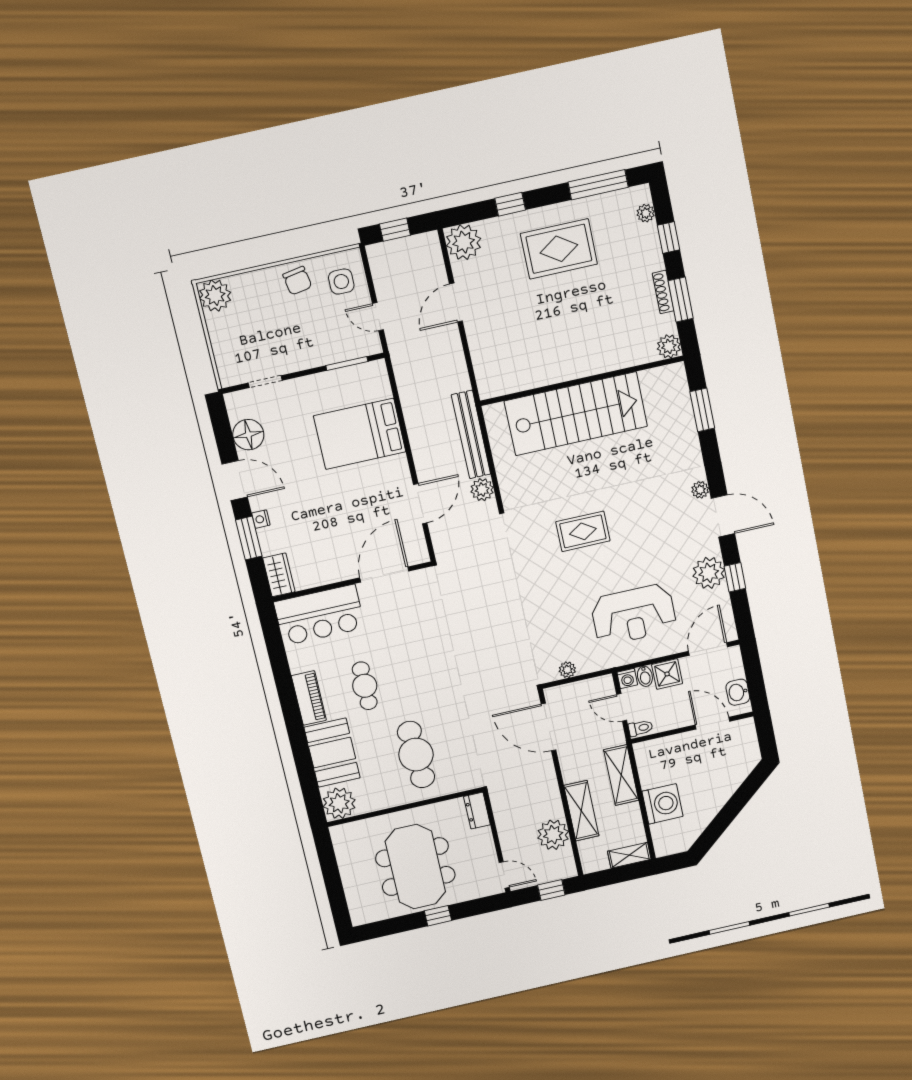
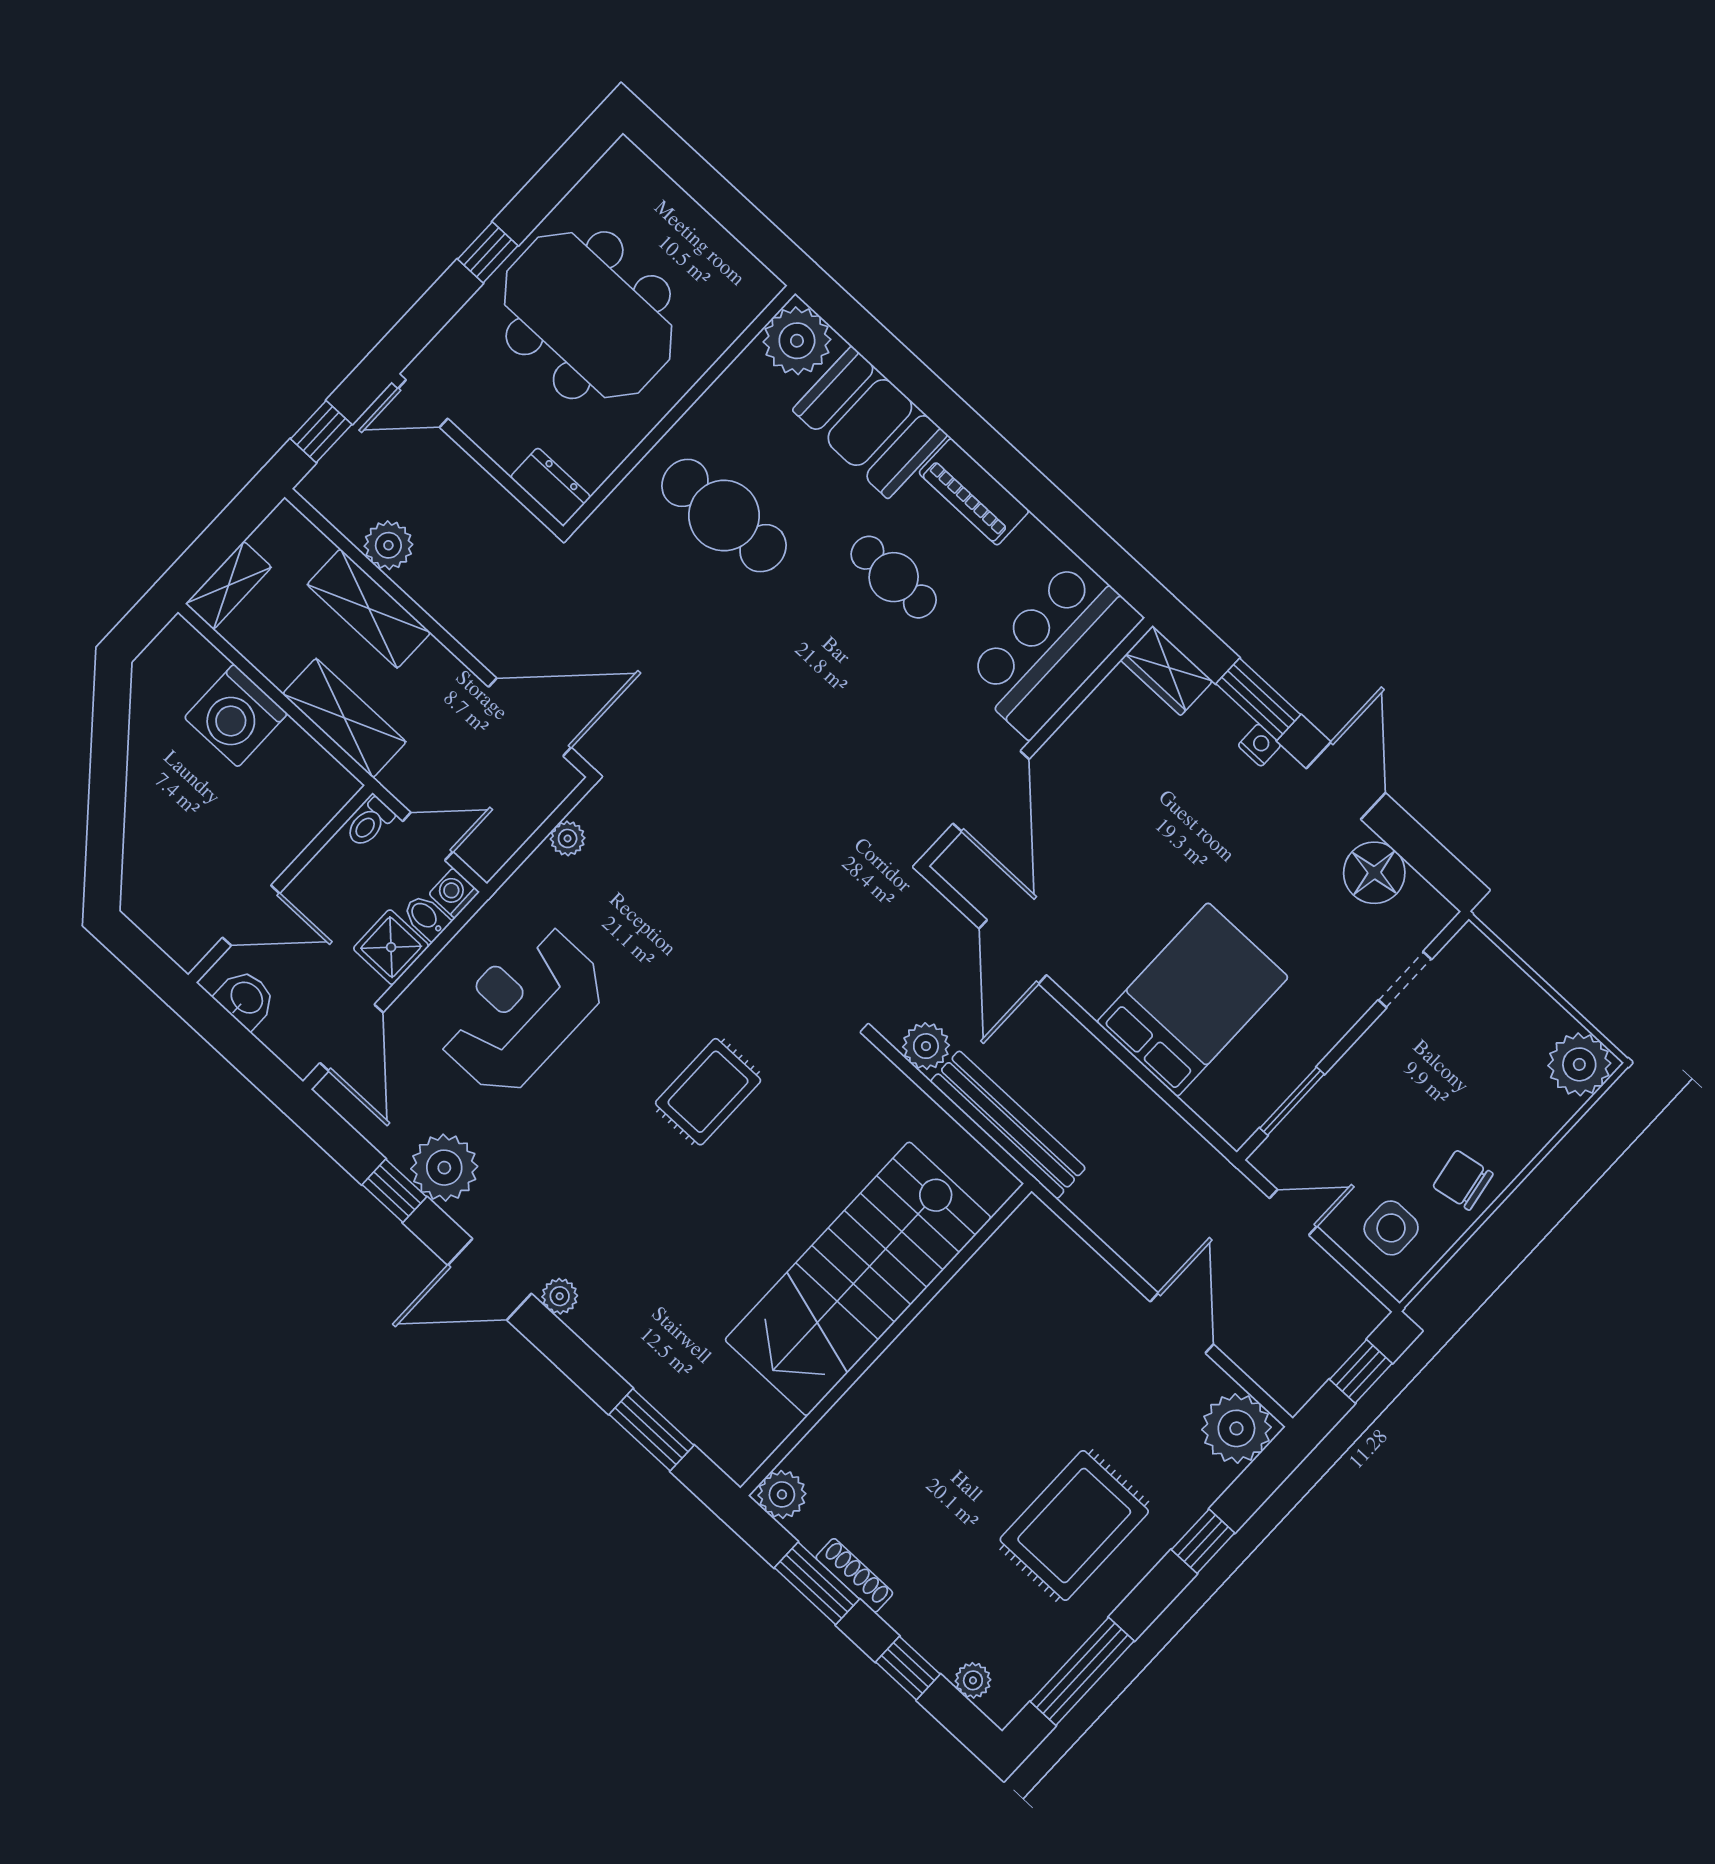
door: (235, 480) -> (1346, 781), swing flipped
plant: (553, 835) -> (388, 545), width x0.73, depth x0.73

